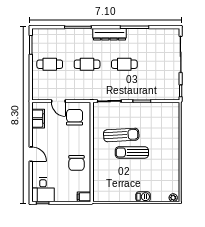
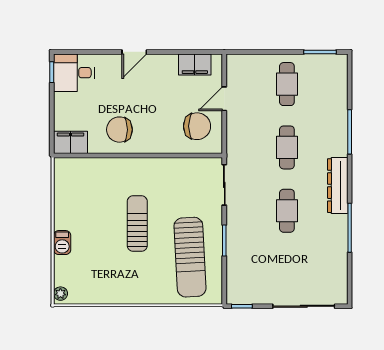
sun lounger: (121, 135) -> (190, 257), moved, width x1.36, depth x1.34
filing cabinet: (84, 197) -> (70, 142), width x2.00

